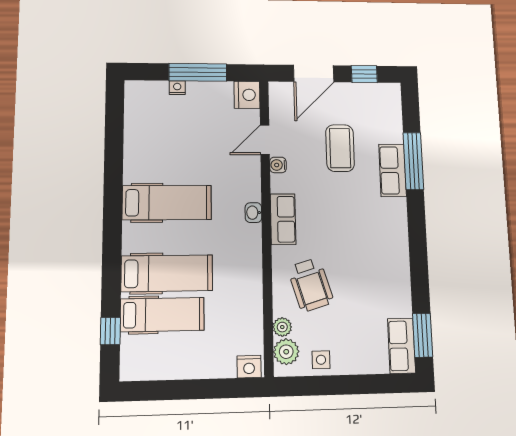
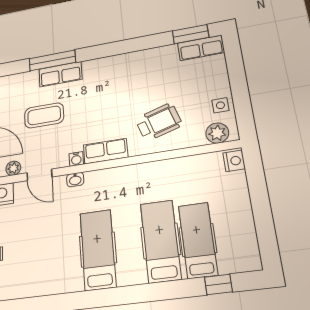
water cooler: (278, 165) -> (76, 159), moved
washbasin: (253, 213) -> (75, 180), moved
plant: (282, 327) -> (13, 168), moved

